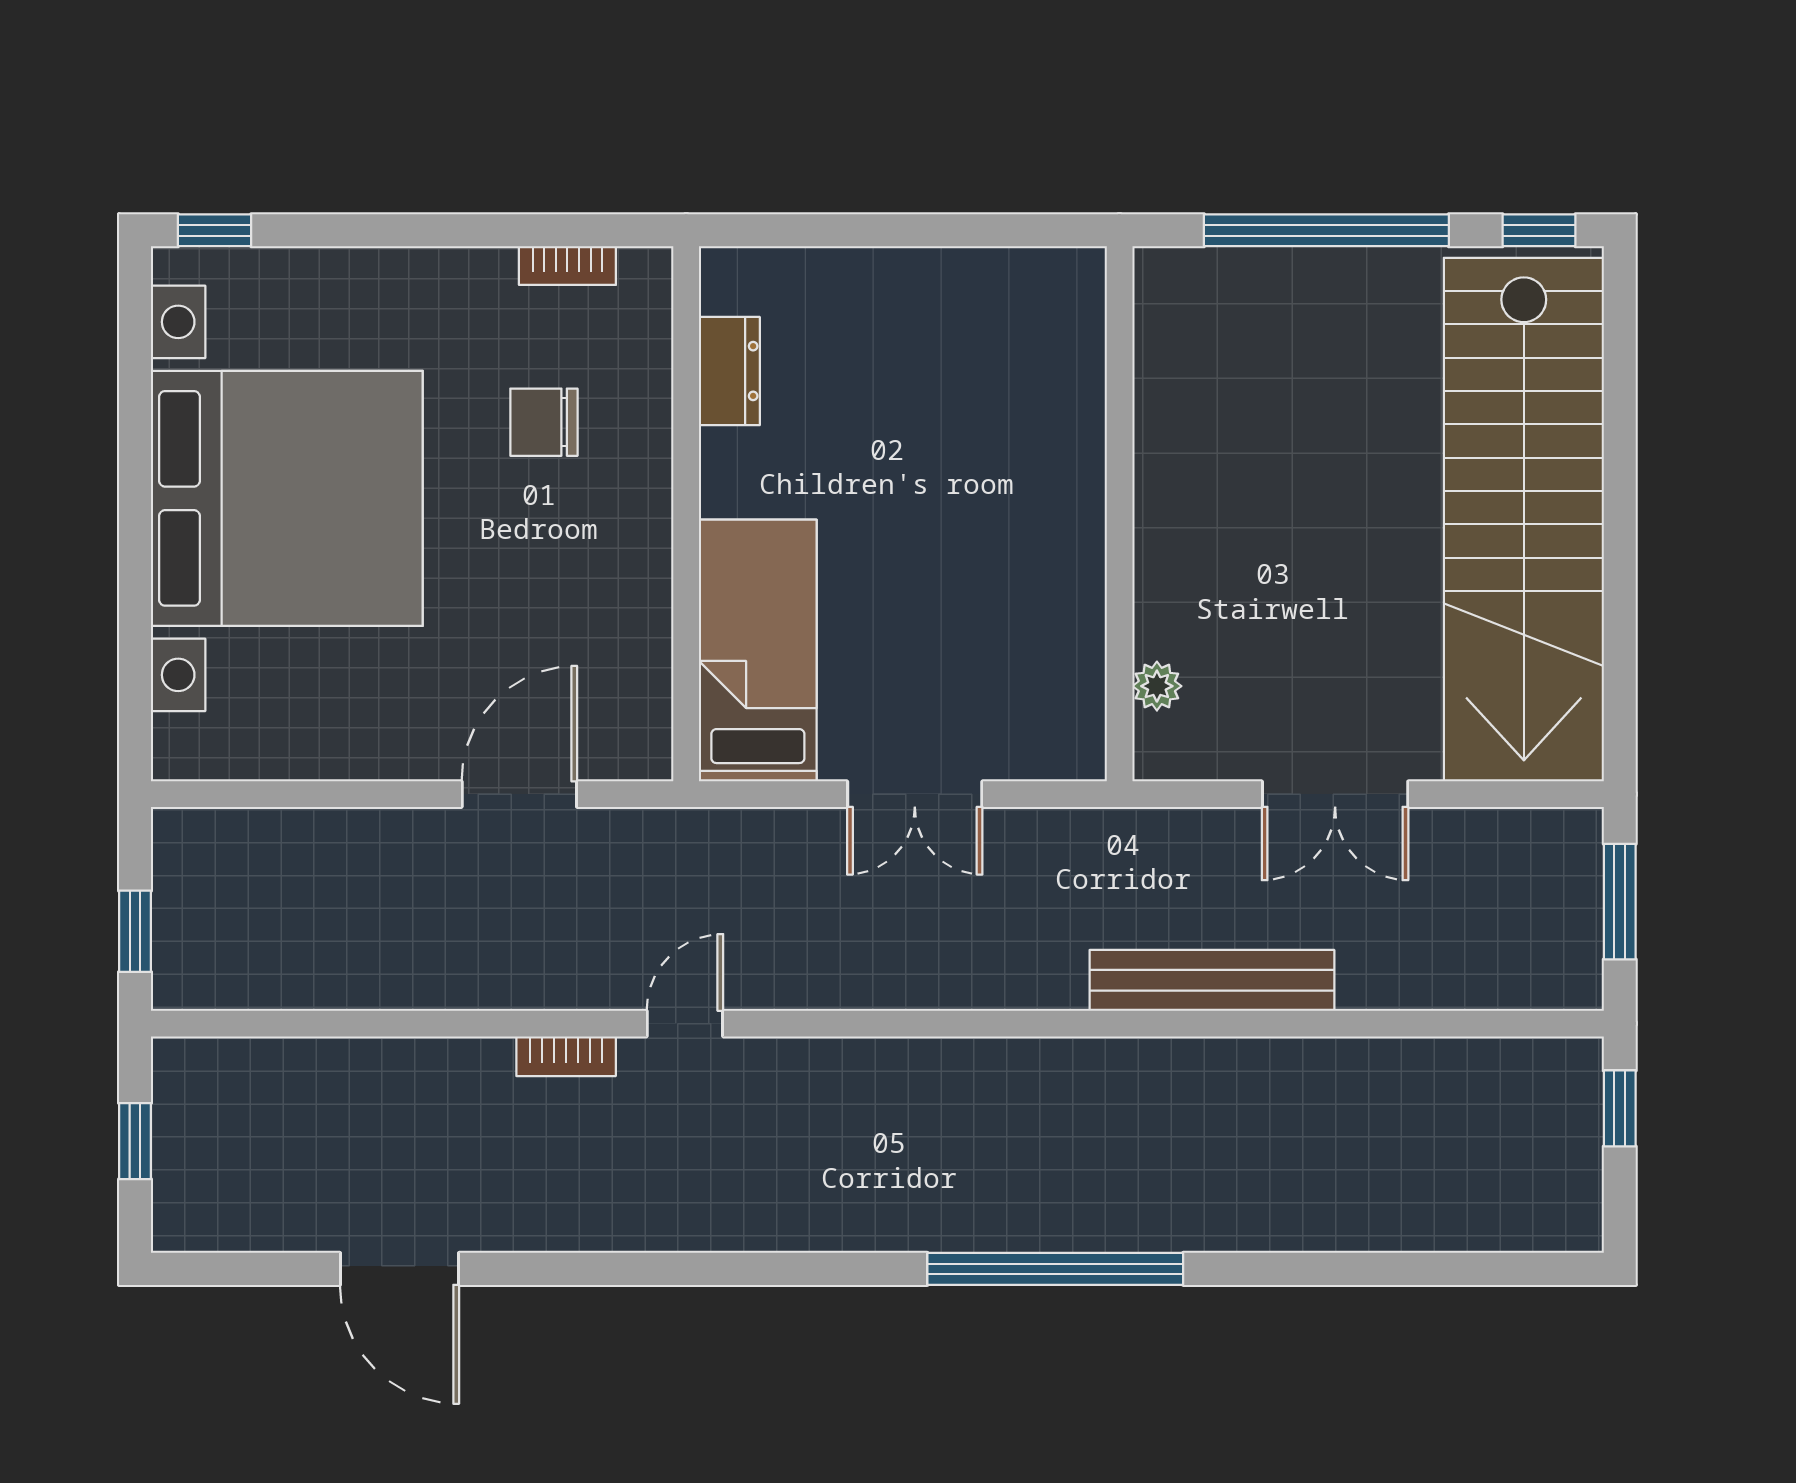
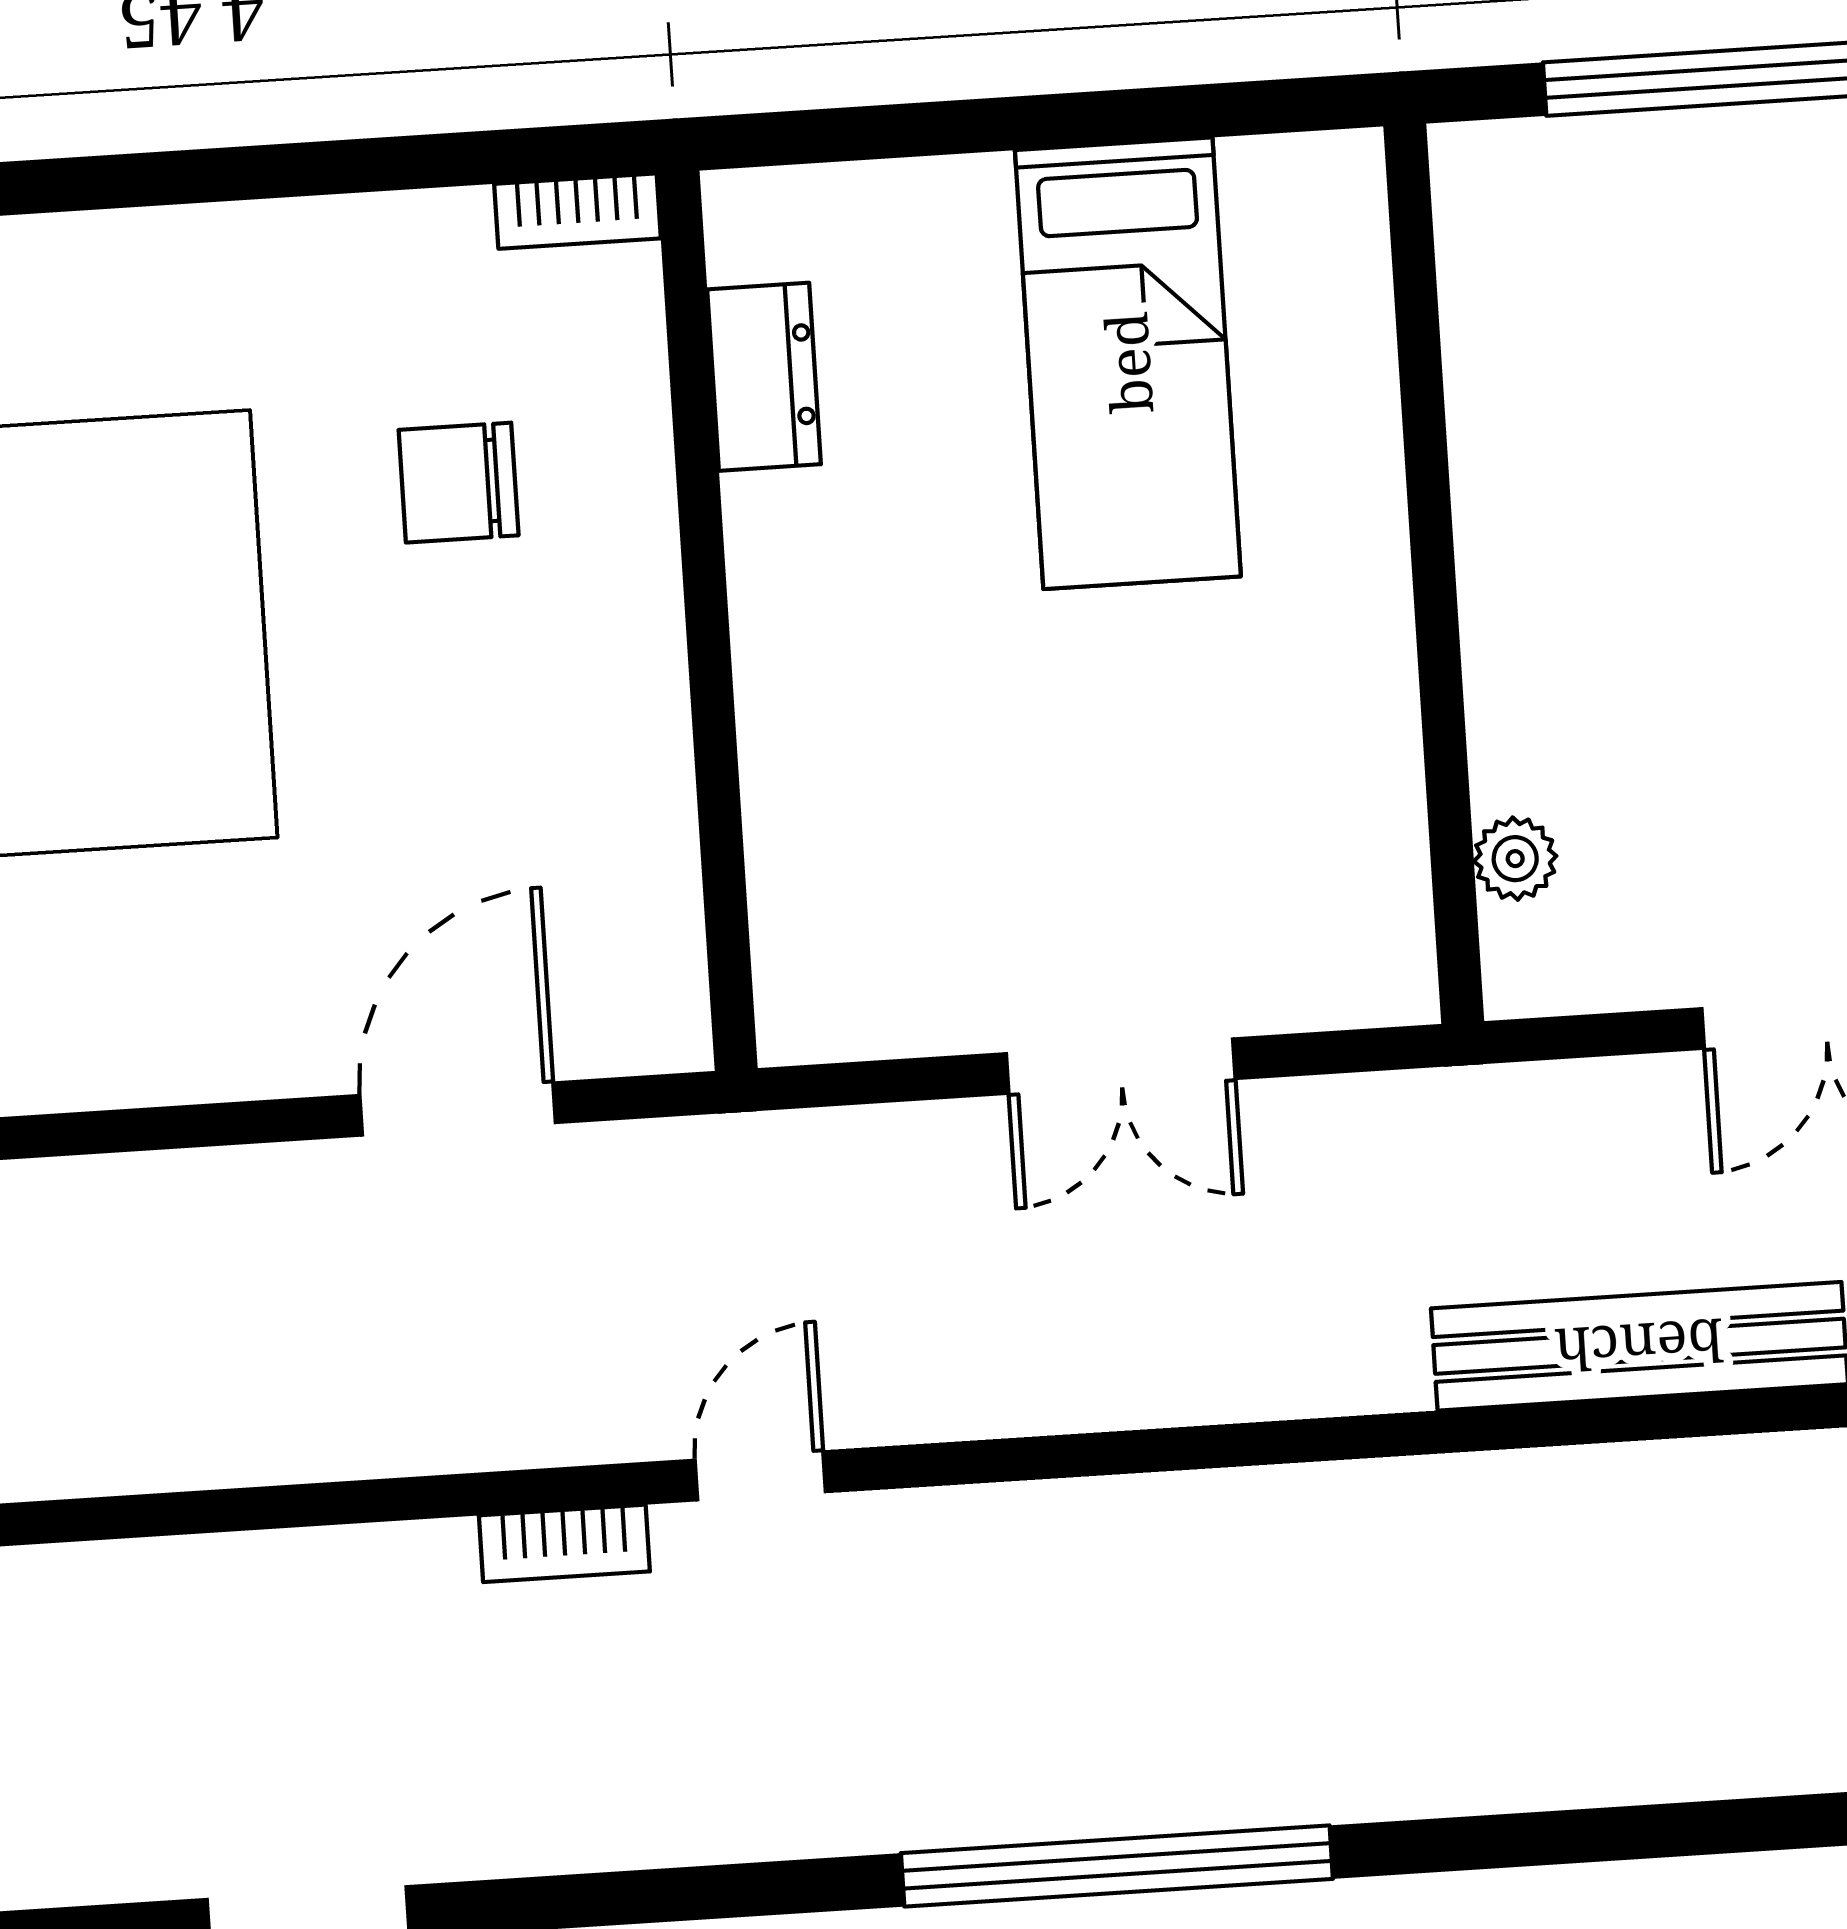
bookcase: (567, 266) -> (578, 211), moved
bed: (758, 651) -> (1128, 363), moved, turned 180
window: (1055, 1269) -> (1117, 1866), moved

